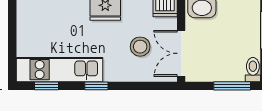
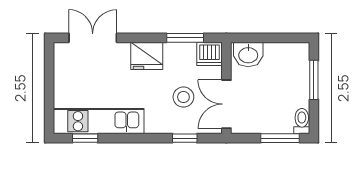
window: (96, 86) -> (185, 138), moved

